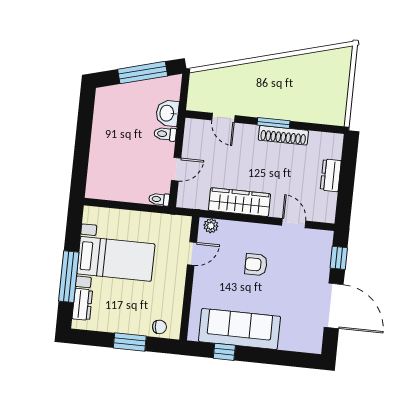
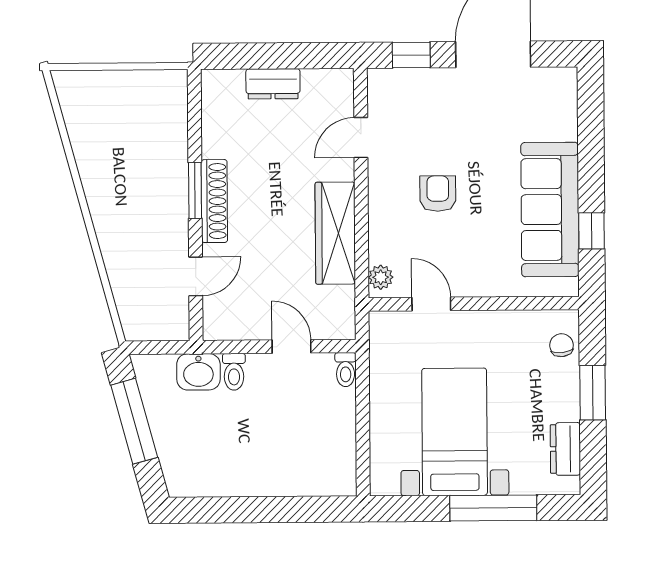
shoe rack: (283, 135) -> (214, 201), moved
armchair: (256, 264) -> (438, 194), turned 180
dresser: (82, 304) -> (565, 449), moved, turned -90

